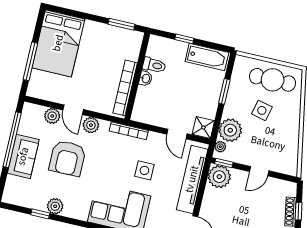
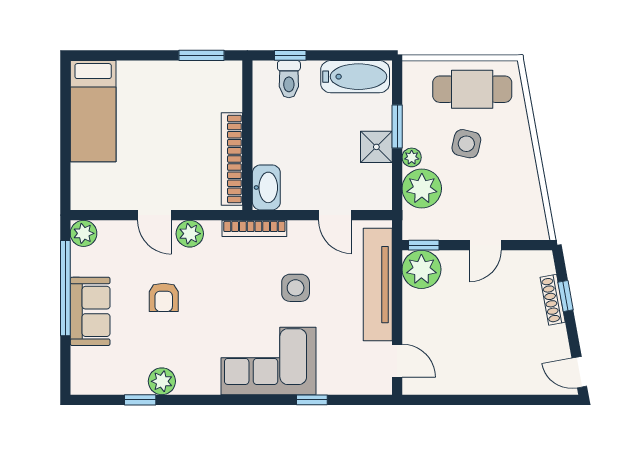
window: (184, 39) -> (290, 55), moved
bed: (58, 43) -> (93, 111), width x0.67
window: (30, 61) -> (65, 152), removed
toilet: (154, 65) -> (289, 79), moved, turned 90
washbasin: (146, 78) -> (266, 187), moved, width x1.91, depth x1.45
plant: (52, 116) -> (84, 233), moved
shower: (203, 127) -> (376, 147), moved
plant: (220, 147) -> (412, 157), moved
armchair: (67, 158) -> (164, 297), width x0.53, depth x0.53

